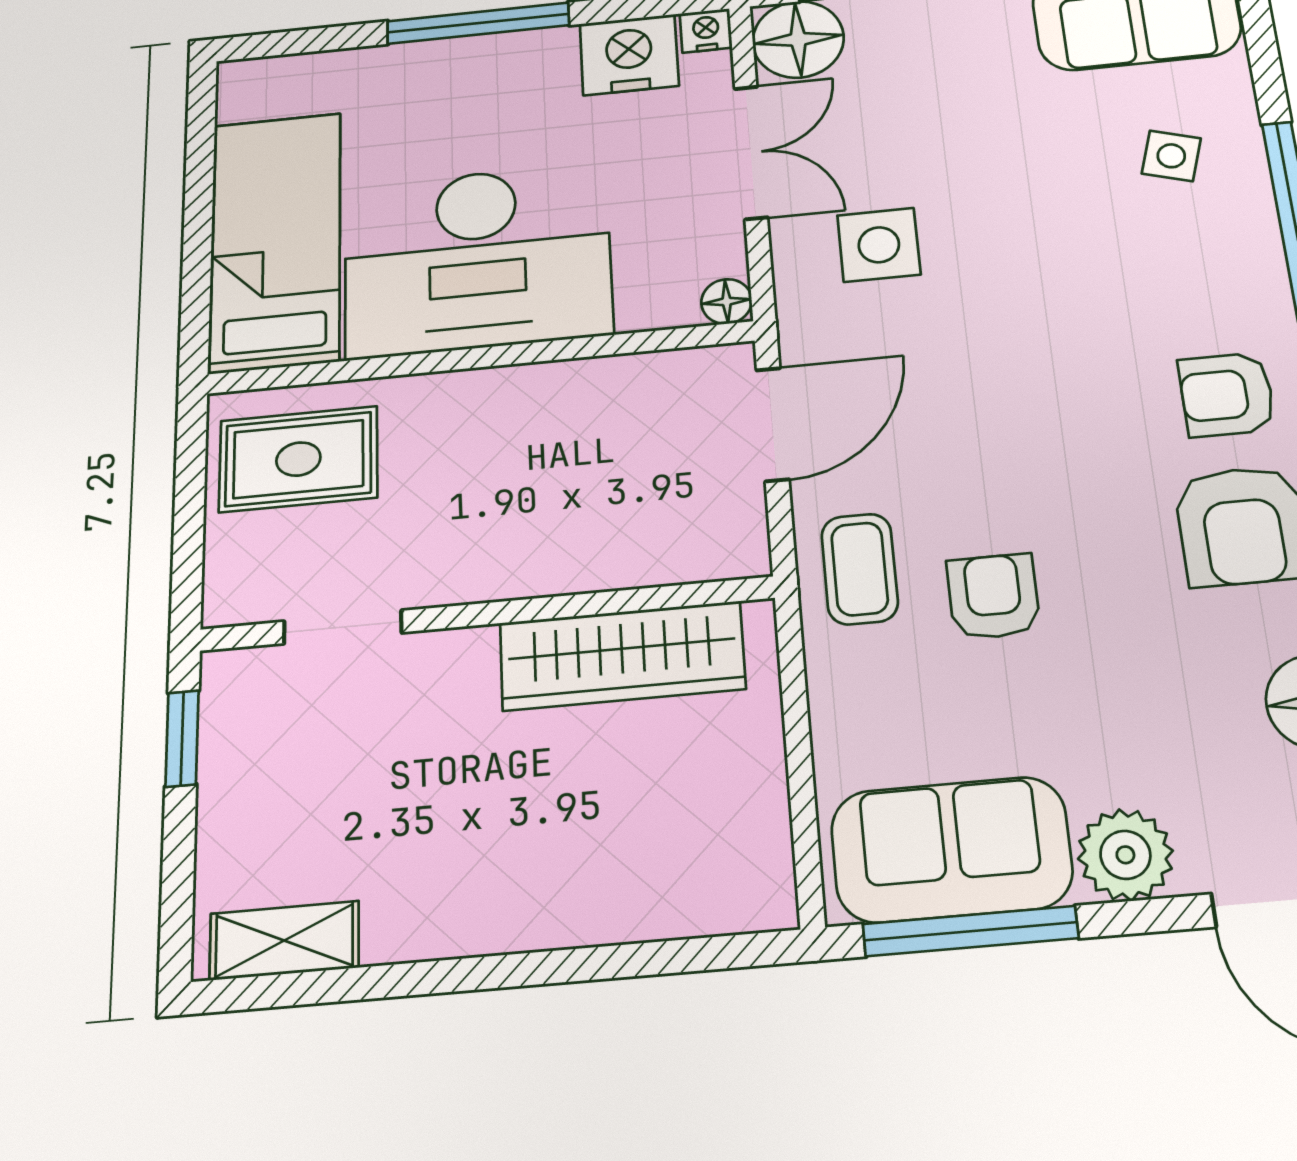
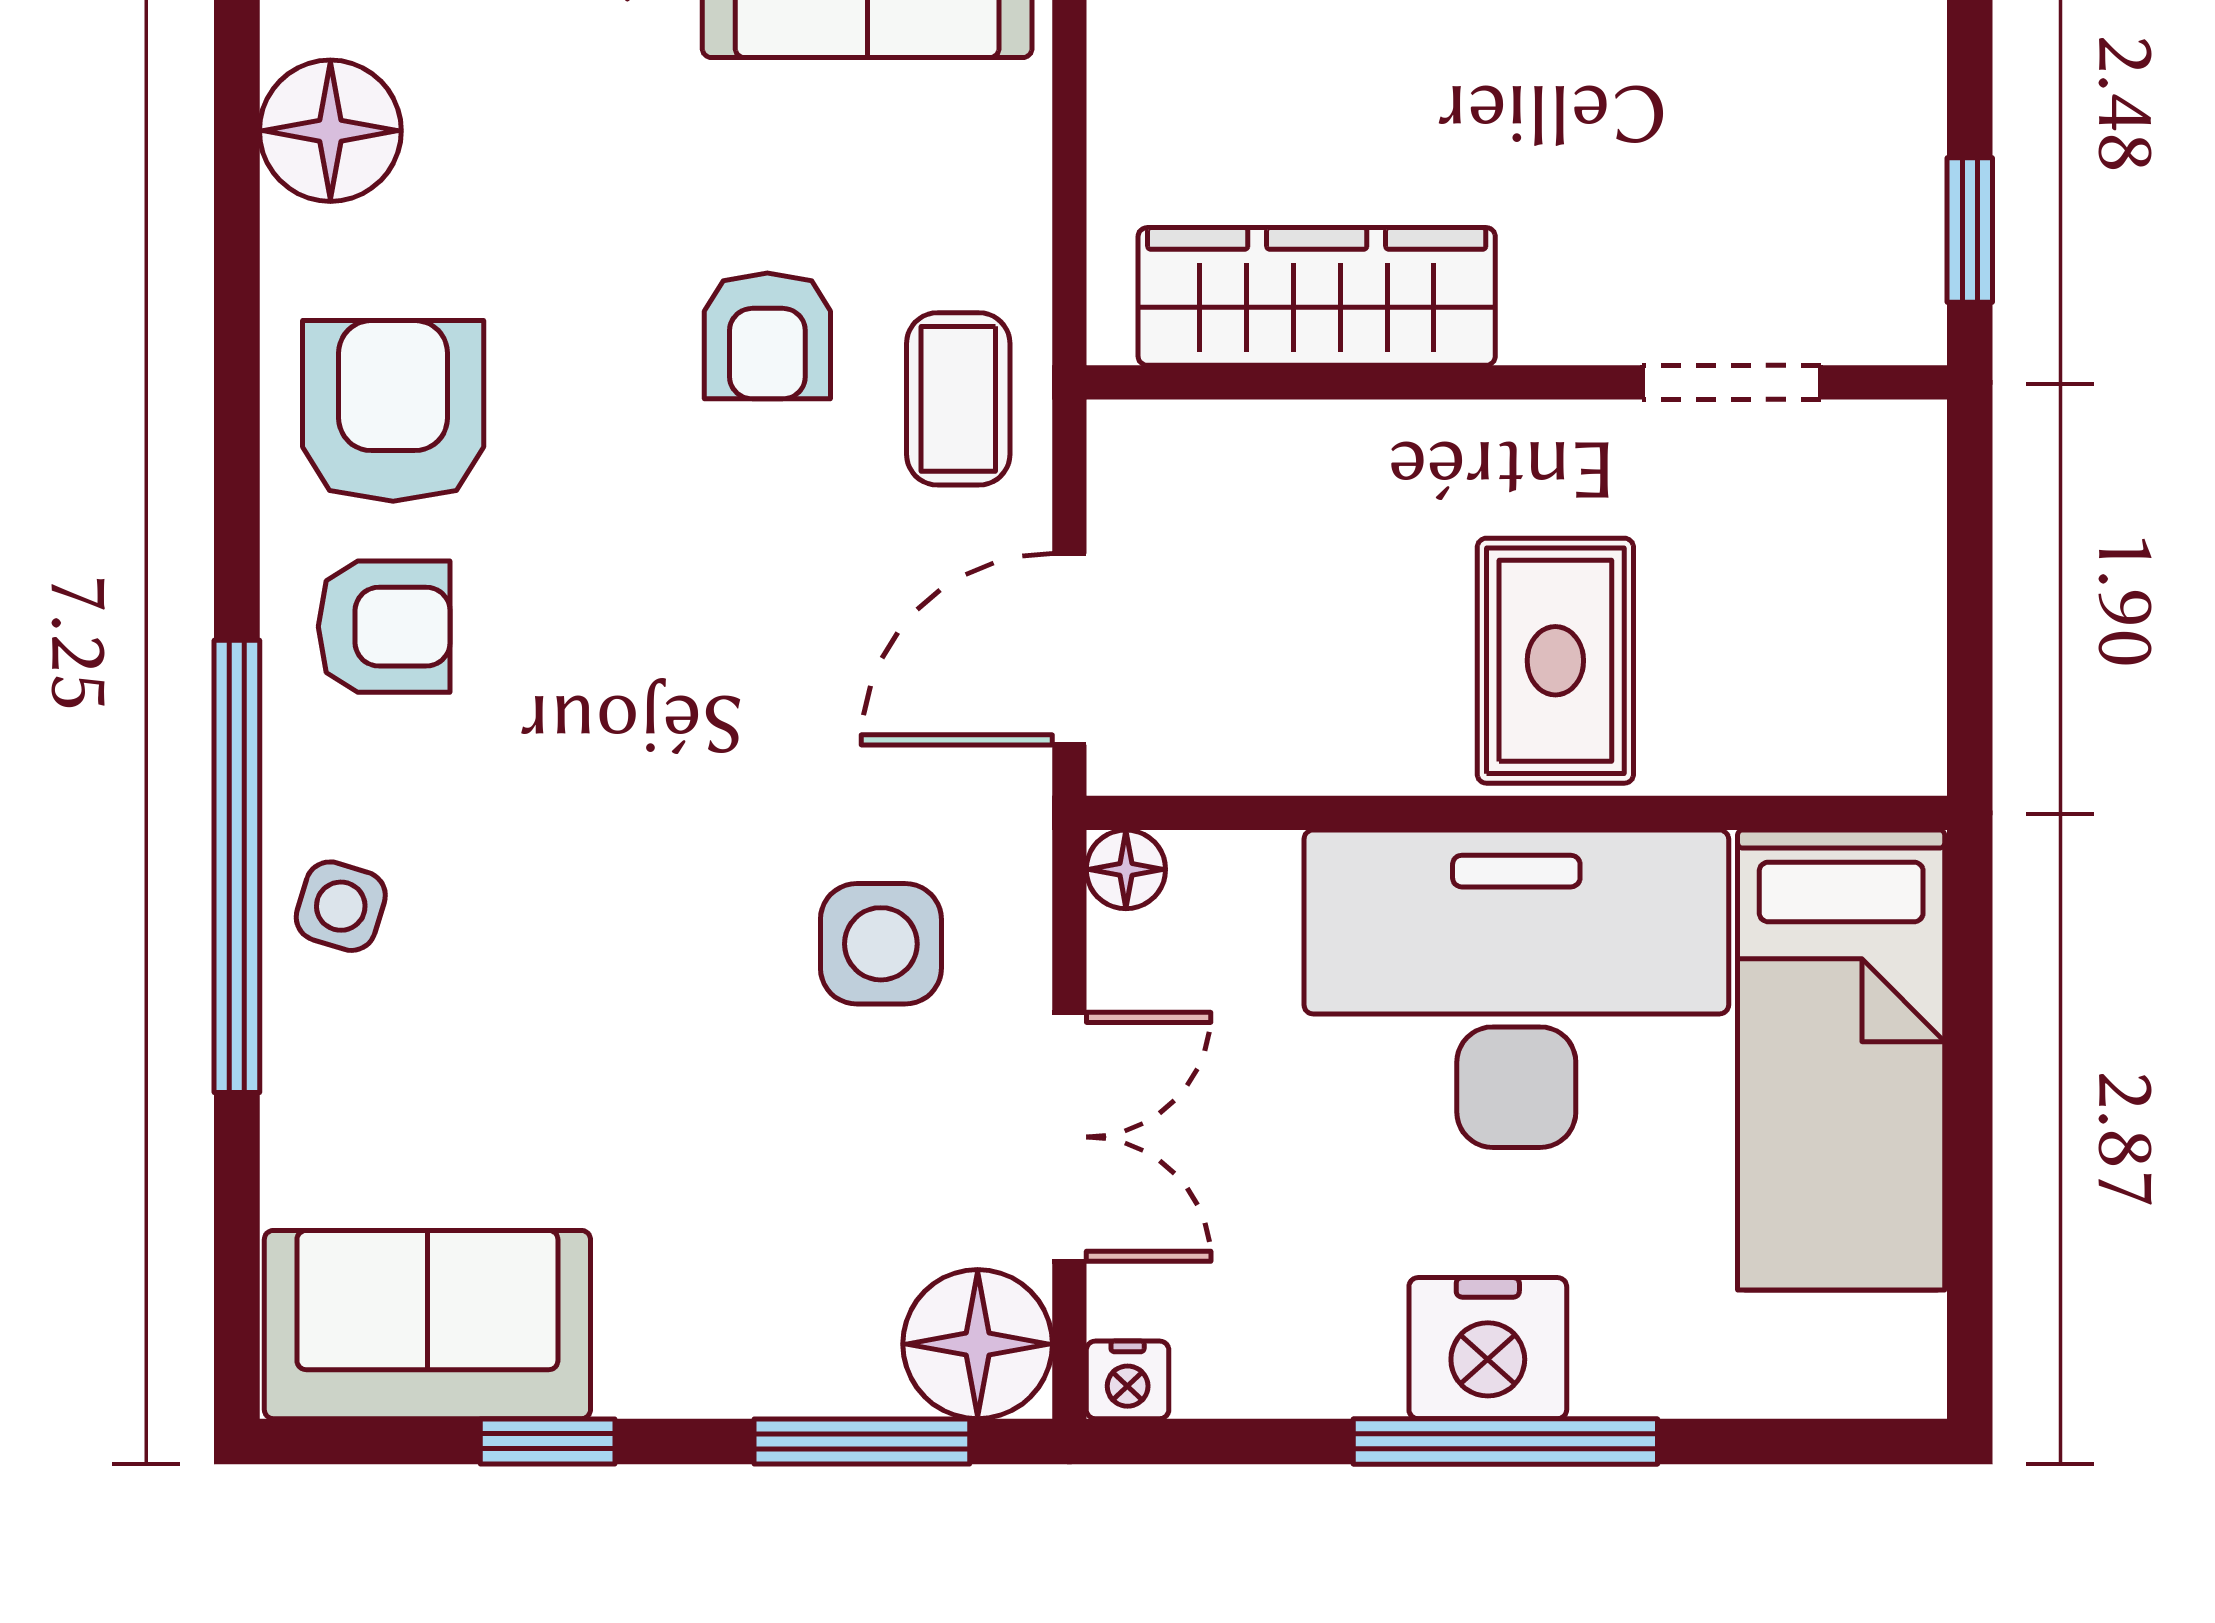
nightstand: (629, 55) -> (1488, 1348), moved
double door: (751, 152) -> (1069, 1137), swing flipped
side table: (1171, 156) -> (341, 906), moved
rug: (298, 459) -> (1555, 661), moved, turned 90

